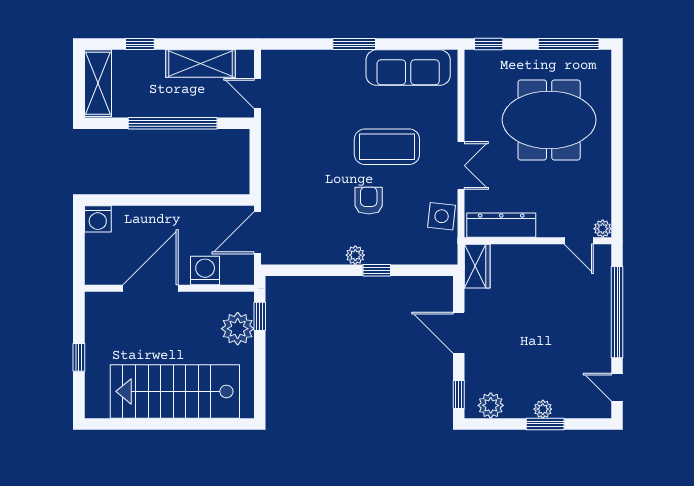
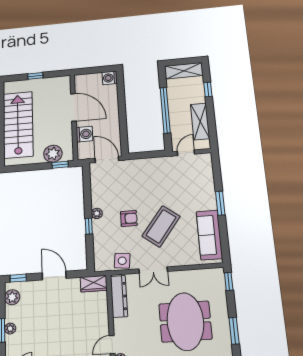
window: (569, 44) -> (234, 331), width x0.69
coffee table: (387, 147) -> (161, 226), turned 37
door: (459, 333) -> (54, 276), hinge flipped

